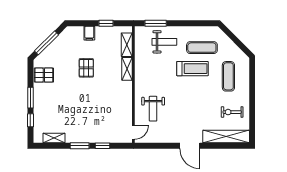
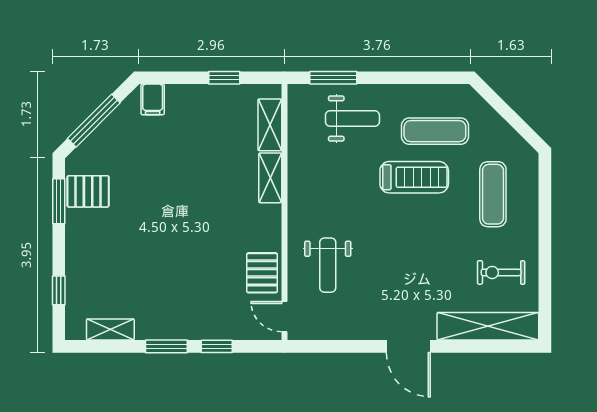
filing cabinet: (89, 33) -> (153, 99), moved
pallet: (86, 68) -> (262, 273), moved
window: (30, 98) -> (59, 201), moved
door: (133, 132) -> (284, 317), swing flipped

